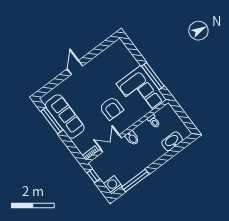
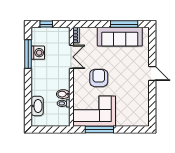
armchair: (111, 108) -> (99, 78), turned 90
bidet: (132, 138) -> (63, 94), moved
window: (93, 176) -> (46, 24), moved
washing machine: (113, 185) -> (38, 53), moved

